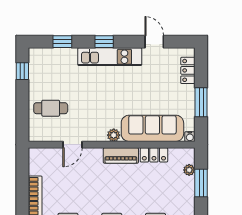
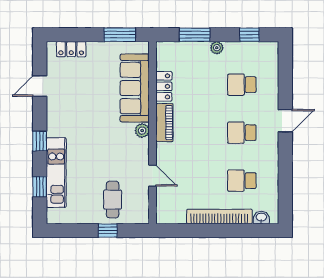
kitchen unit: (110, 57) -> (56, 173), moved
window: (22, 71) -> (108, 231), moved
window: (201, 102) -> (120, 35), moved
water cooler: (190, 137) -> (144, 47), removed
plant: (189, 170) -> (217, 48), moved

